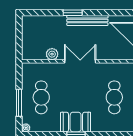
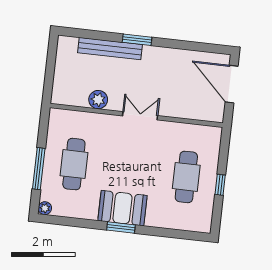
bench: (87, 20) -> (110, 49), moved
double door: (80, 61) -> (140, 116), width x0.73

